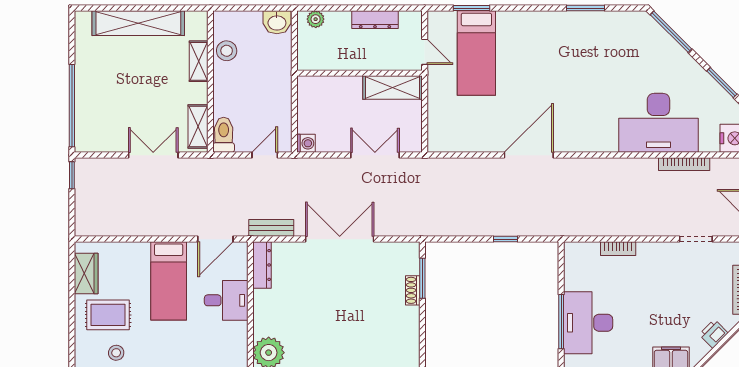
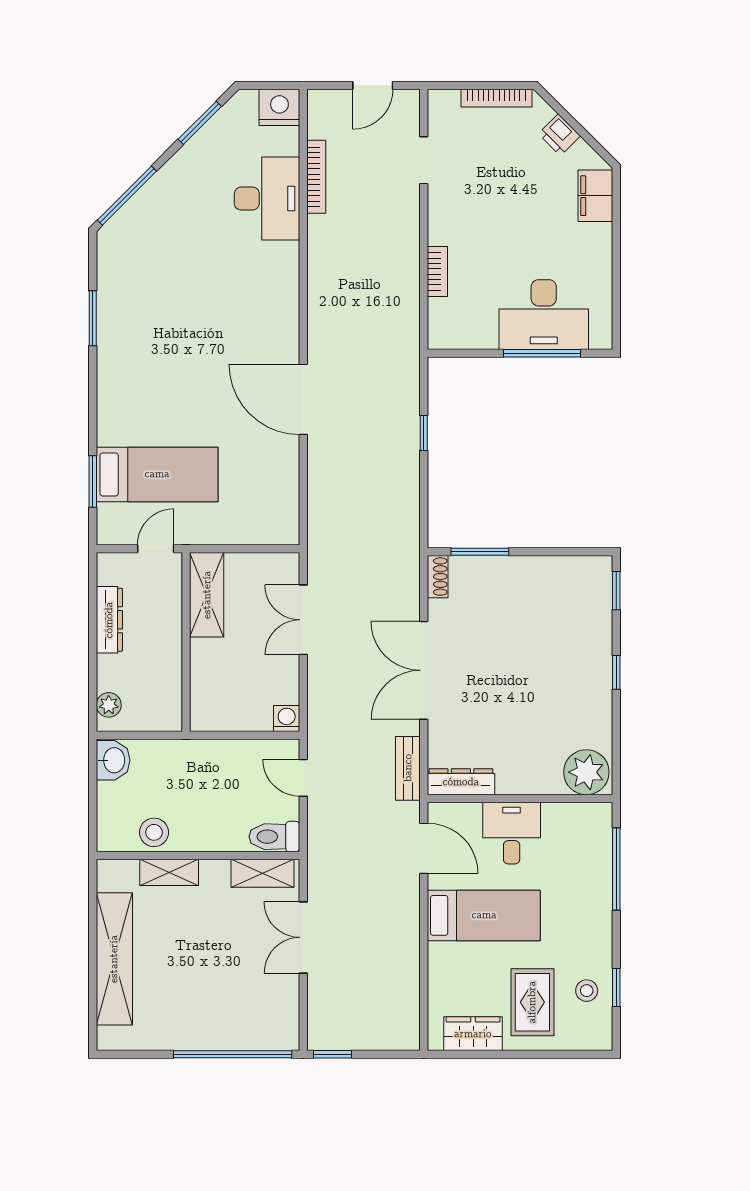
desk: (658, 123) -> (267, 199), width x0.73, depth x0.77
shoe rack: (413, 290) -> (438, 577), moved, turned -90

